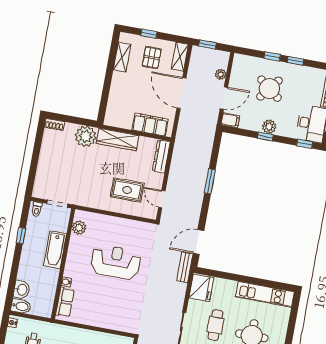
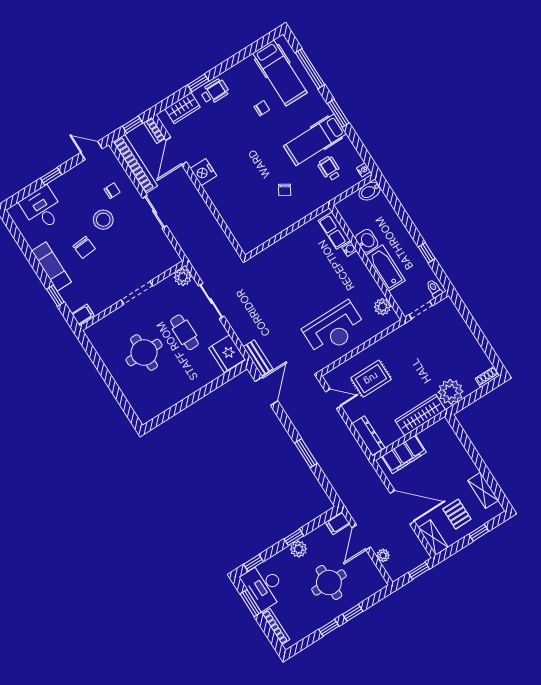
round table: (269, 89) -> (329, 582), turned -38
reception desk: (116, 262) -> (334, 329), moved
washbasin: (22, 290) -> (367, 241), moved, turned 180
kitchen unit: (265, 294) -> (166, 399), removed

